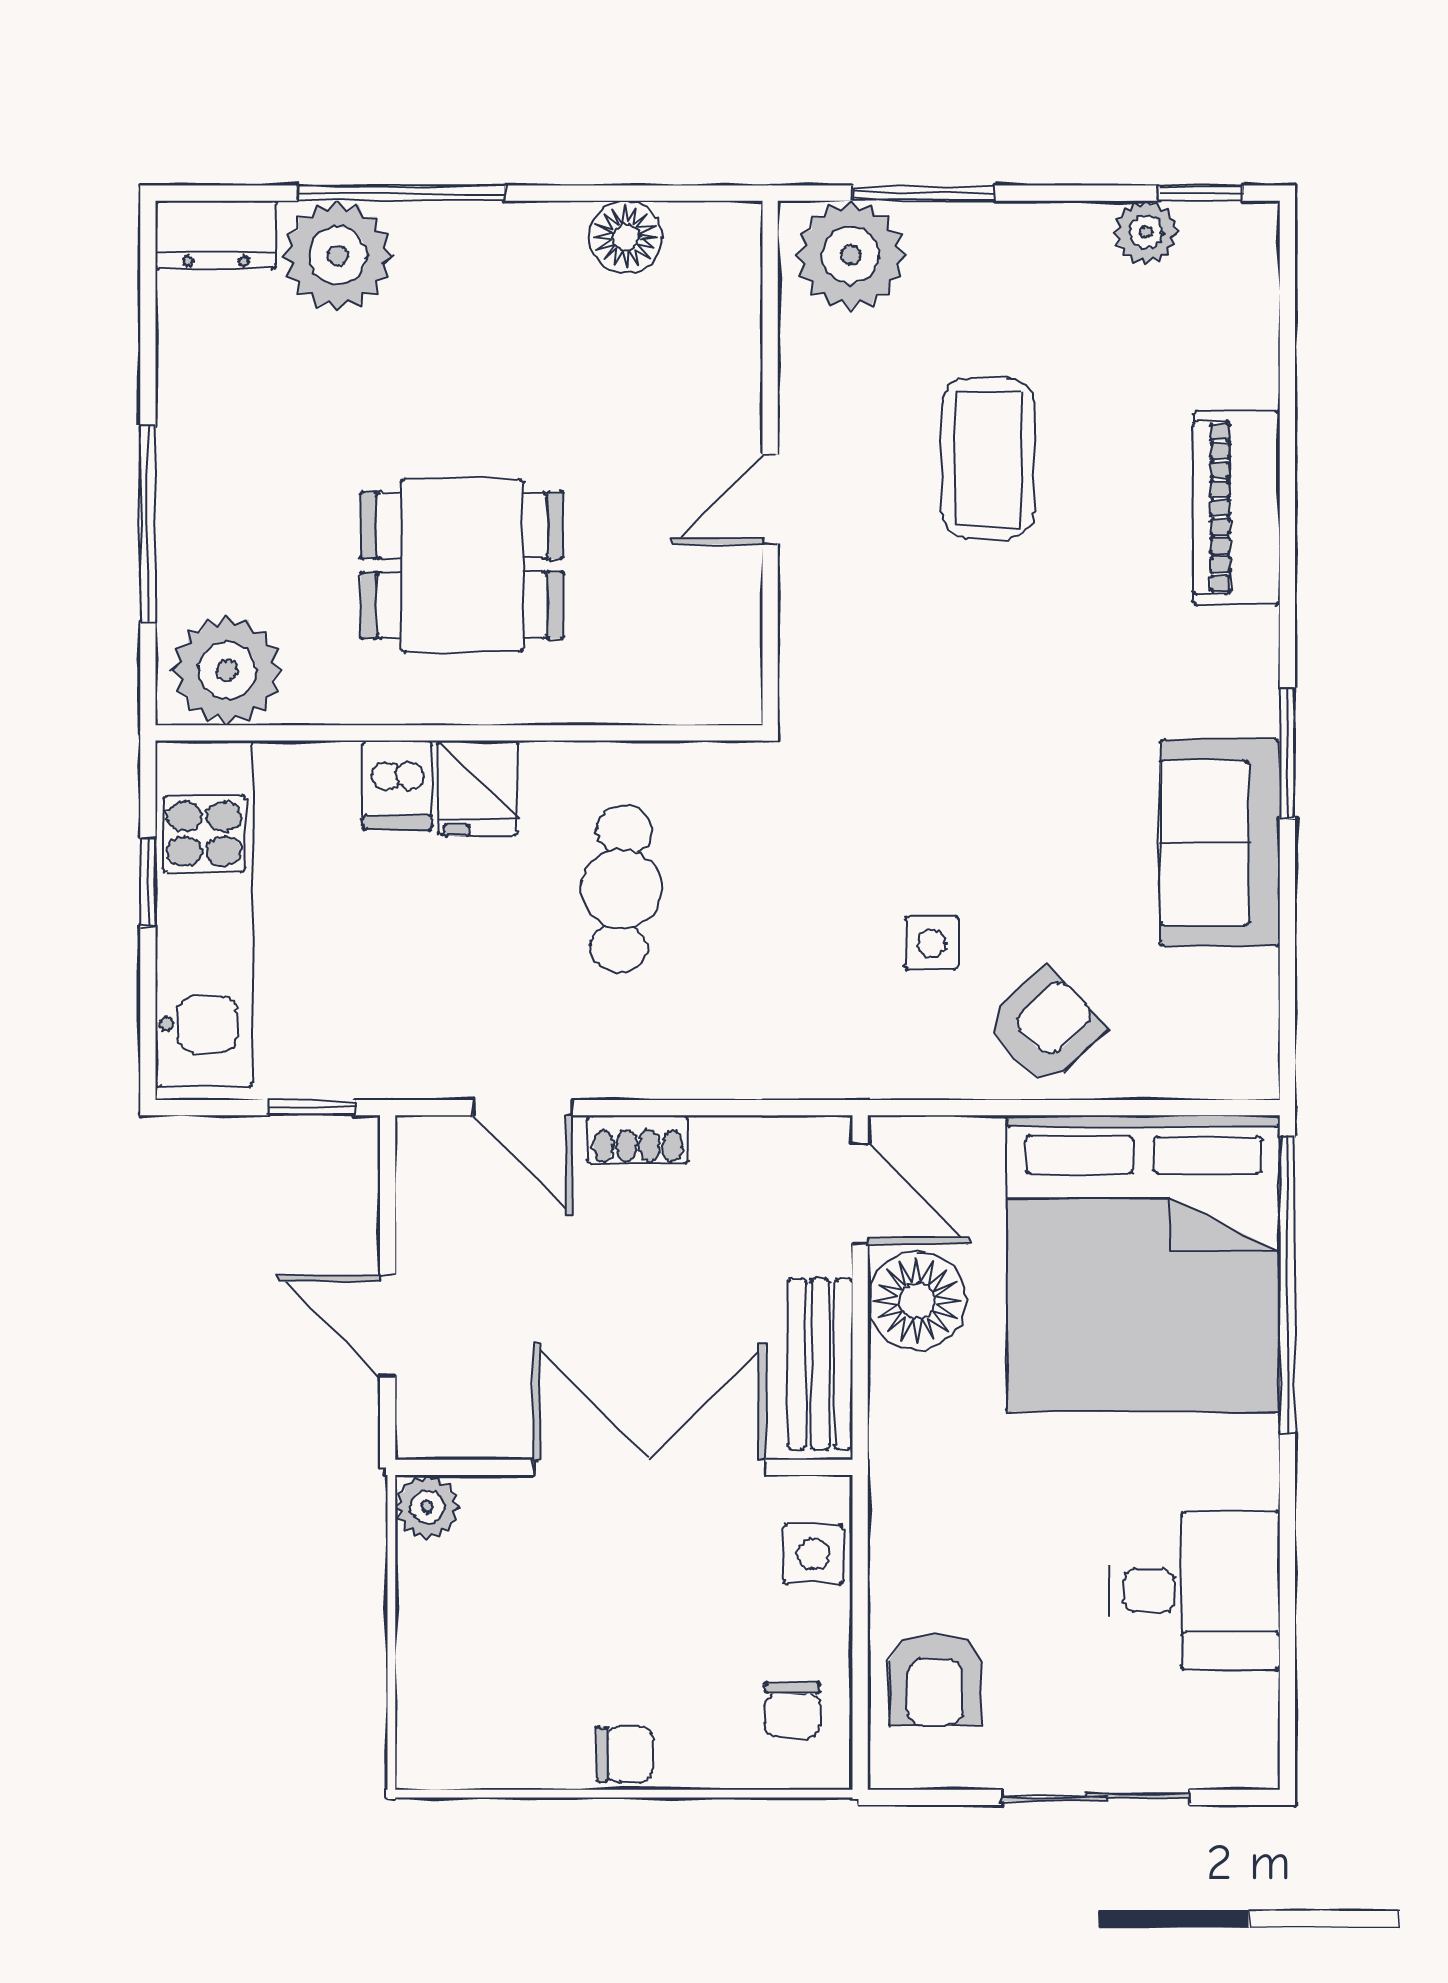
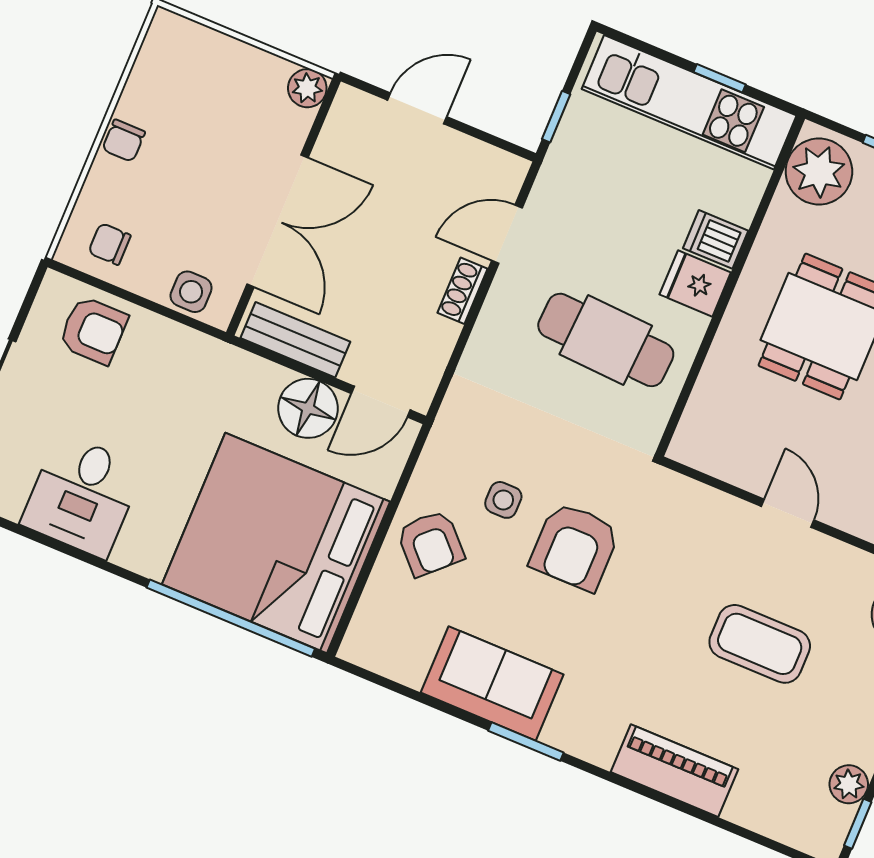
armchair: (958, 804) -> (575, 547), added
cafe table: (621, 889) -> (606, 340), width x1.37, depth x1.35
armchair: (935, 1679) -> (93, 330), turned 180

